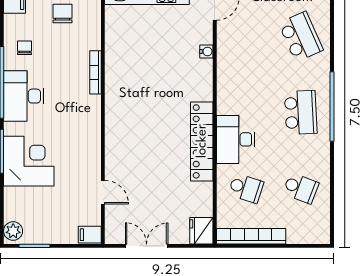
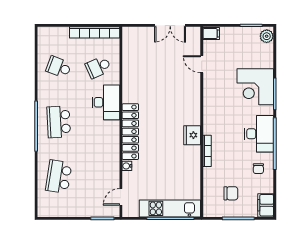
chair: (63, 14) -> (231, 193), turned -90
school desk: (301, 37) -> (59, 177), turned 33
locker: (202, 141) -> (130, 132), moved
school desk: (246, 188) -> (98, 67), turned -42
fridge: (201, 231) -> (192, 135), moved, turned 180

